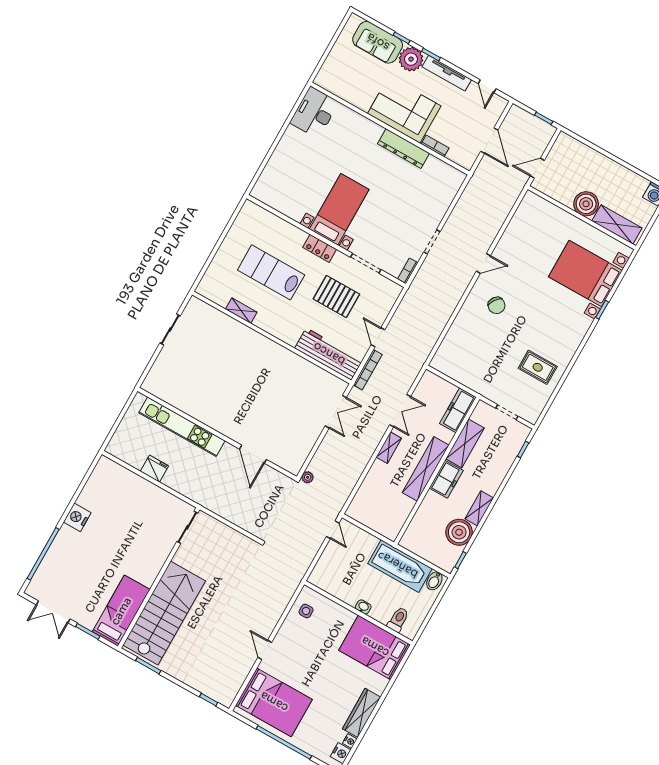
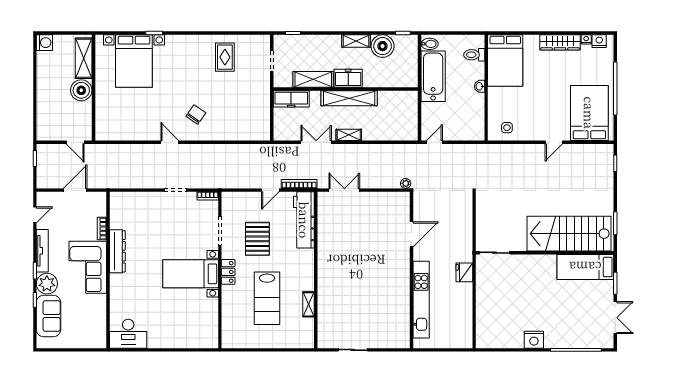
fridge: (154, 469) -> (464, 272), moved

